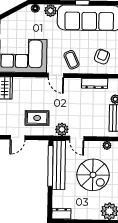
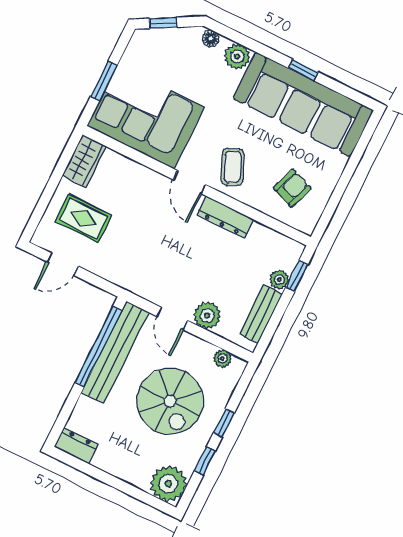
window: (11, 11) -> (163, 23), added
dresser: (95, 83) -> (226, 217), moved
rug: (37, 118) -> (84, 218), moved
plant: (62, 129) -> (207, 316), moved

